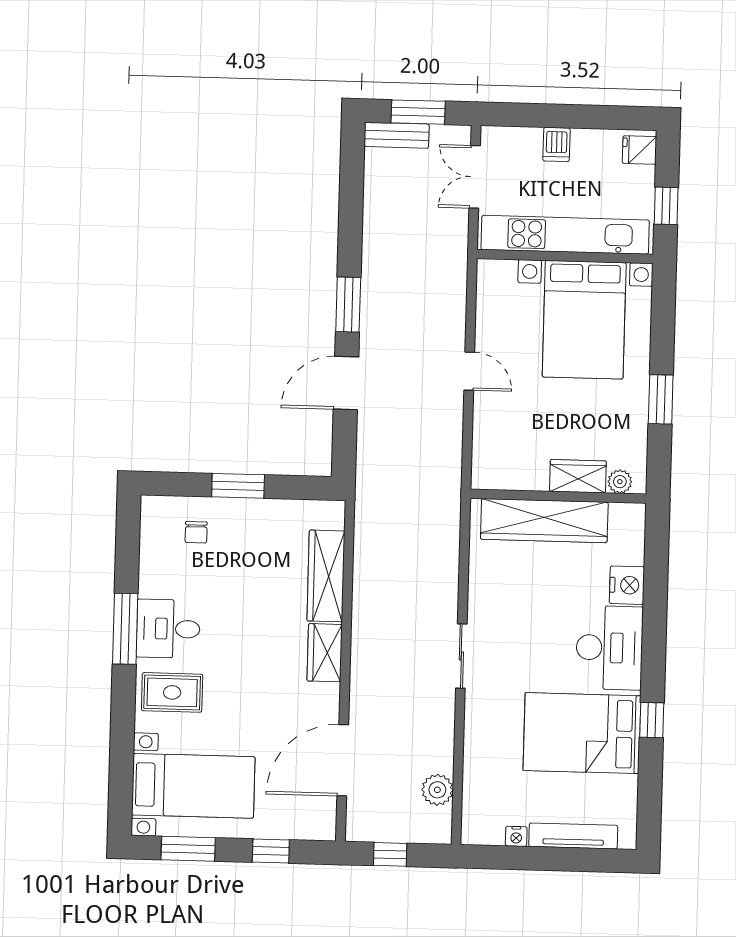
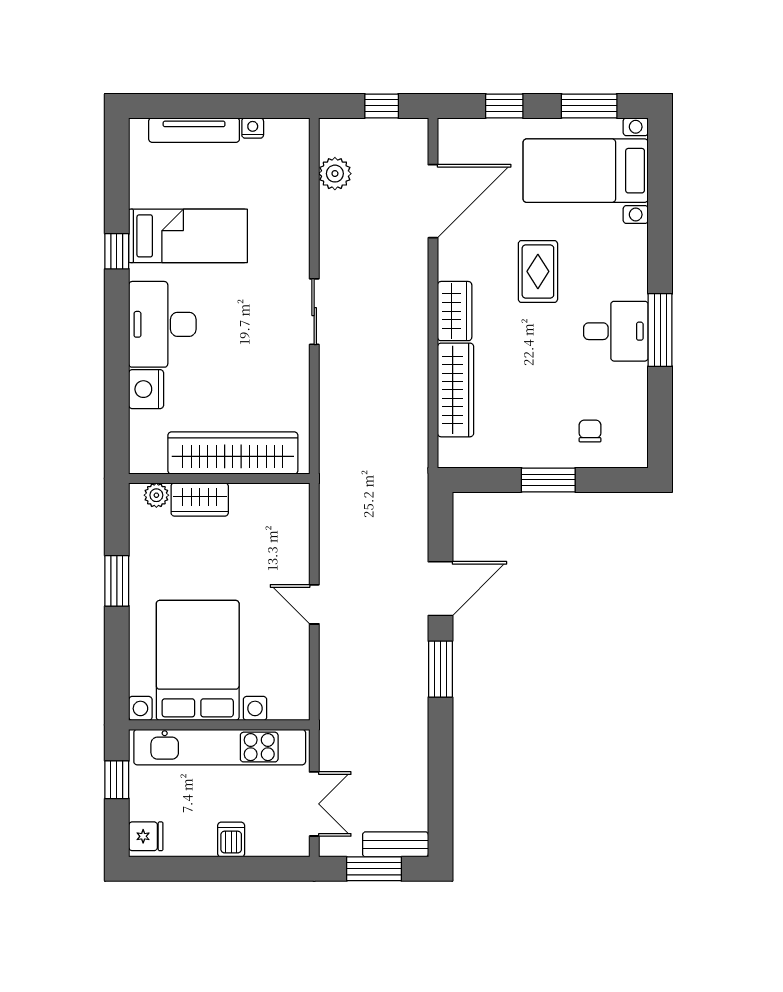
rug: (172, 692) -> (538, 271), moved, turned 90
bed: (582, 733) -> (188, 236), width x0.67

